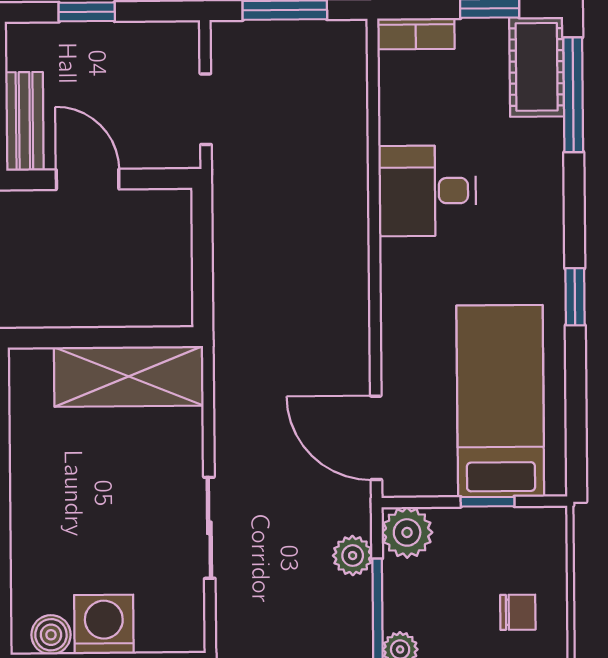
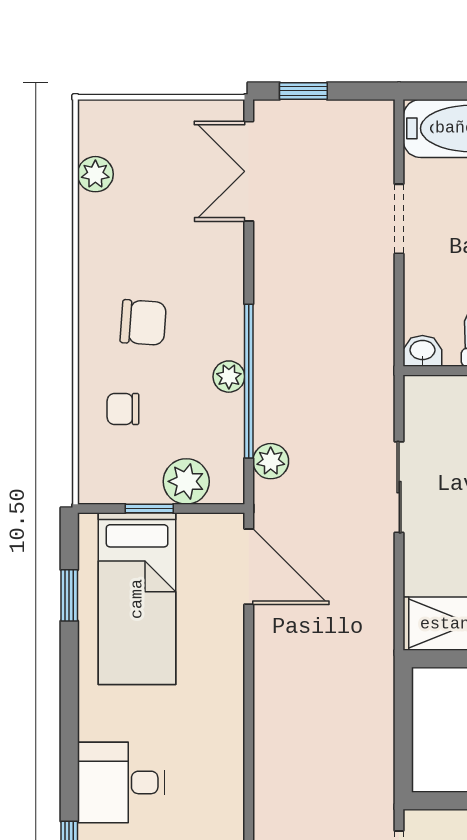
desk: (427, 191) -> (121, 782), moved, turned 180
window: (575, 297) -> (69, 595), moved
plant: (407, 532) -> (186, 481), moved

